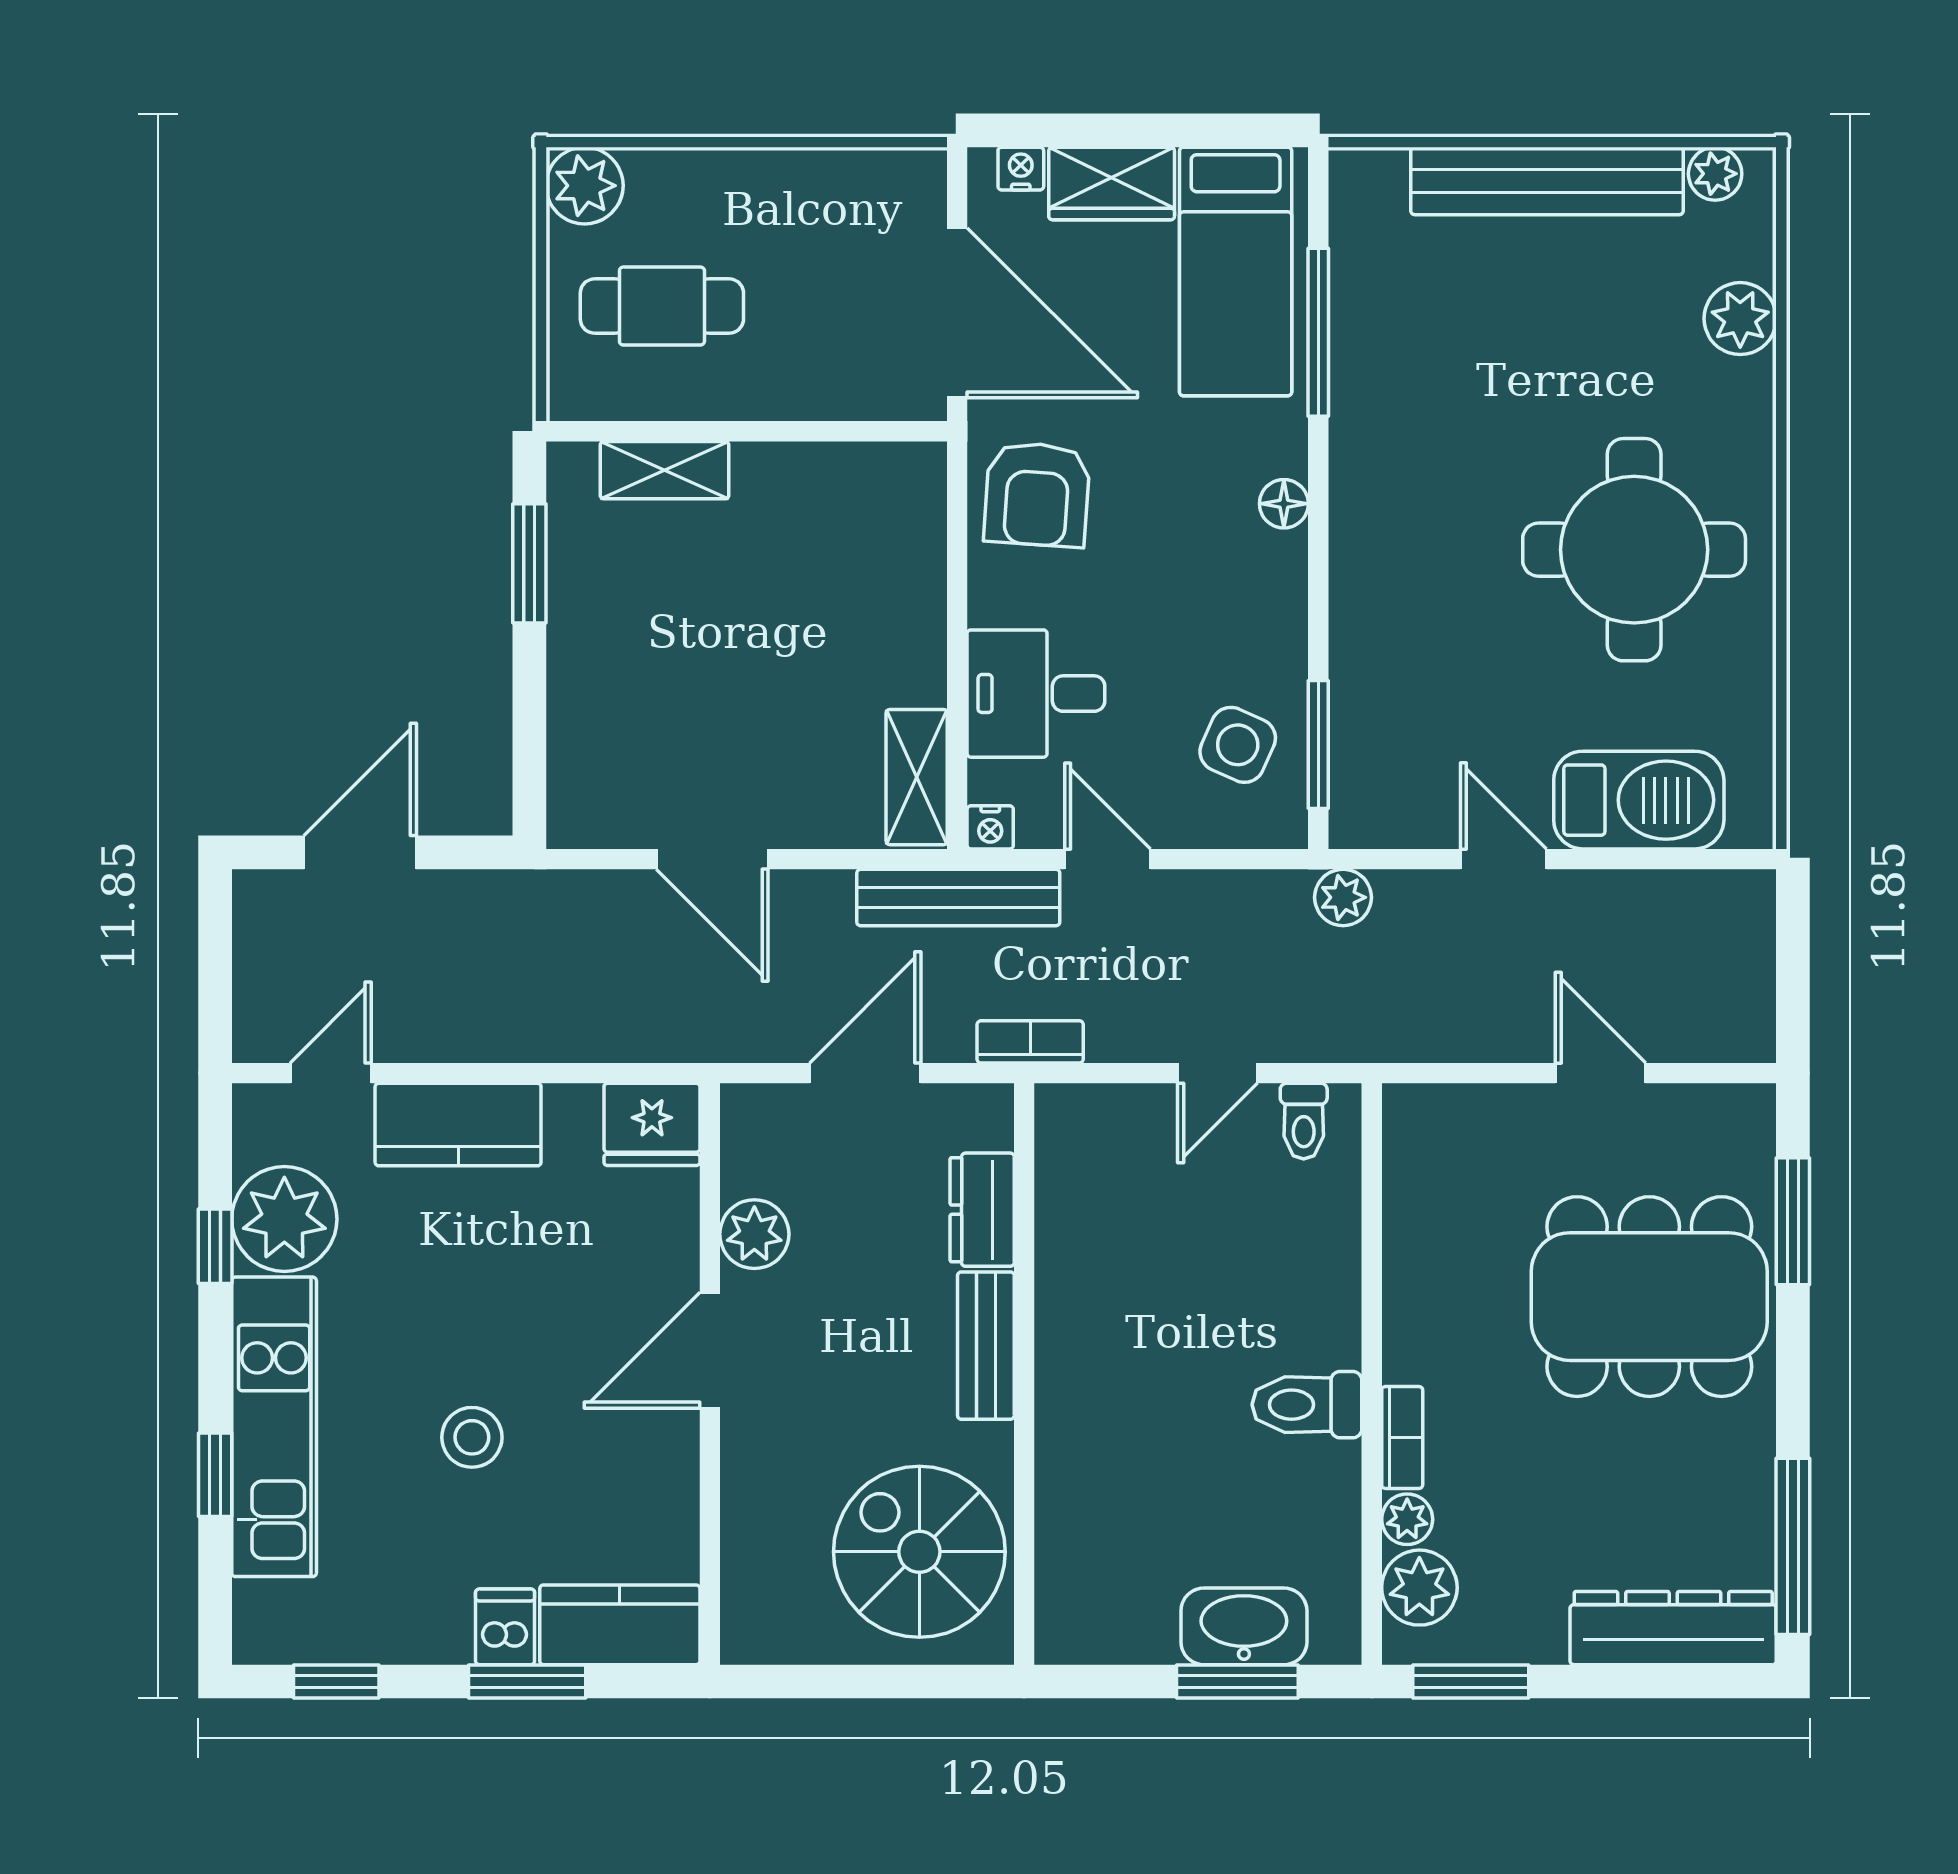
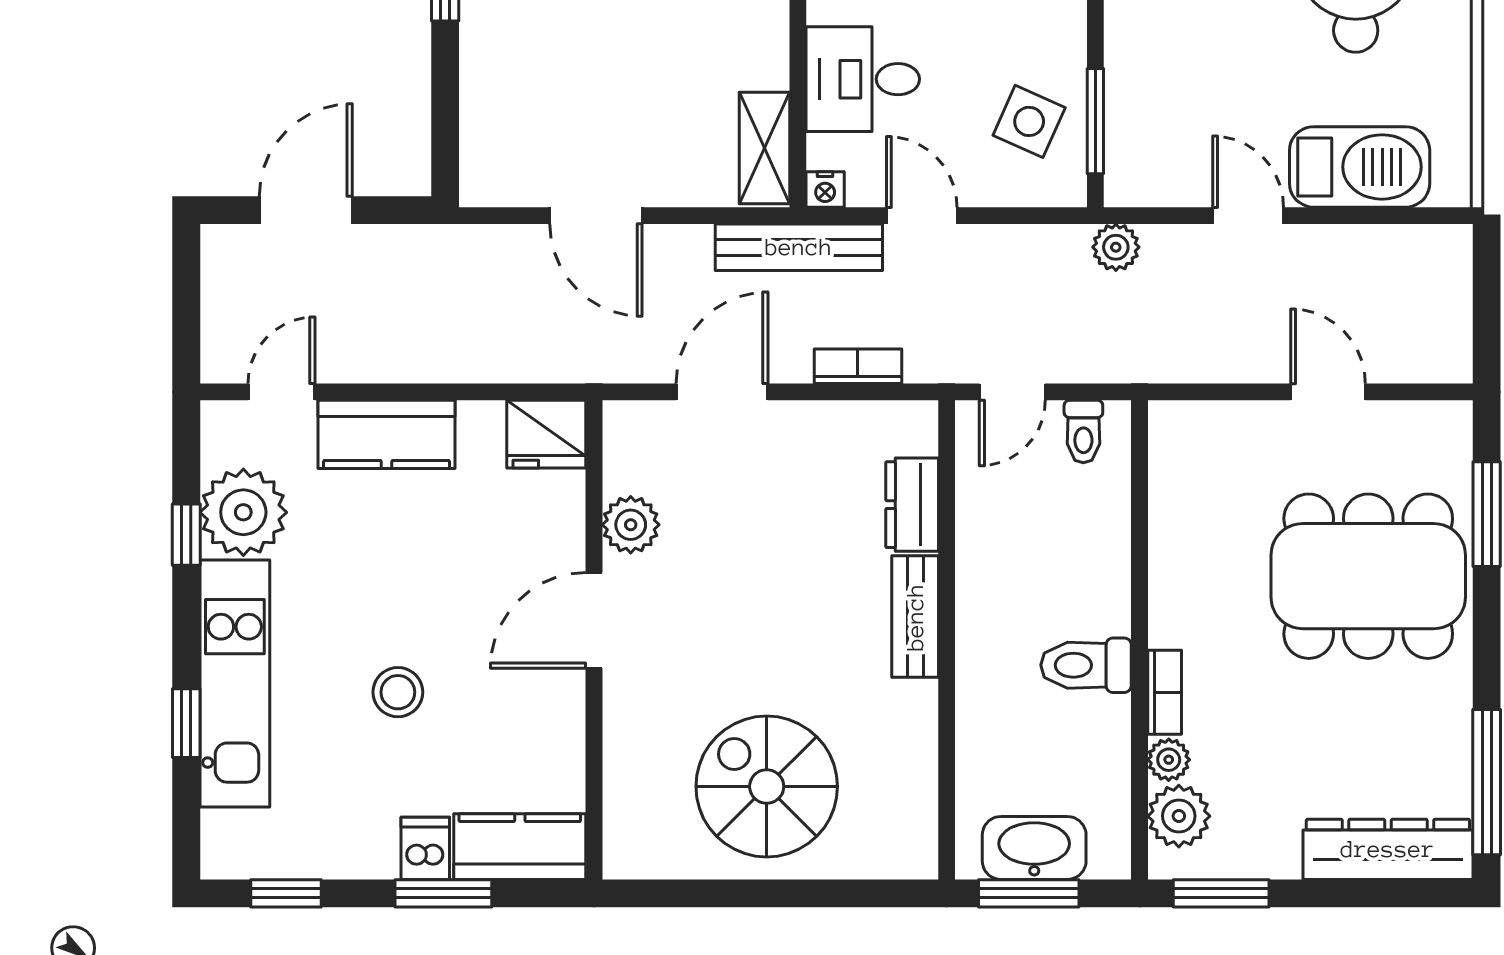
dresser: (982, 1210) -> (912, 505), moved
bench: (986, 1346) -> (915, 617), moved
wall: (1024, 1374) -> (947, 640), moved

